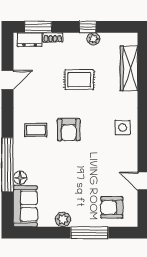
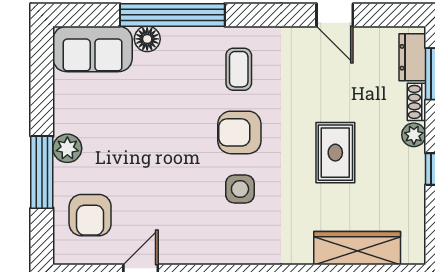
plant: (93, 39) -> (414, 135), moved
side table: (123, 128) -> (240, 189), moved
armchair: (112, 207) -> (90, 215), turned 180
plant: (63, 219) -> (67, 148), moved

